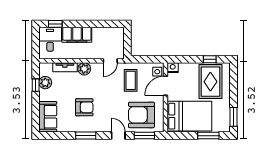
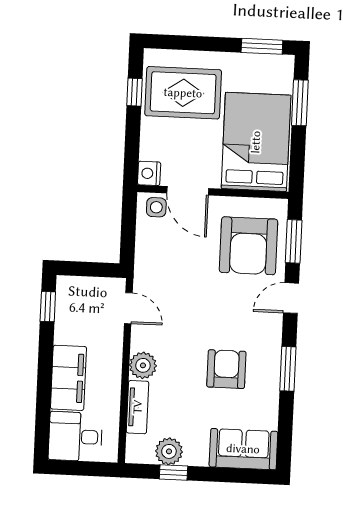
window: (55, 24) -> (48, 307), moved
coffee table: (131, 80) -> (172, 266), removed

